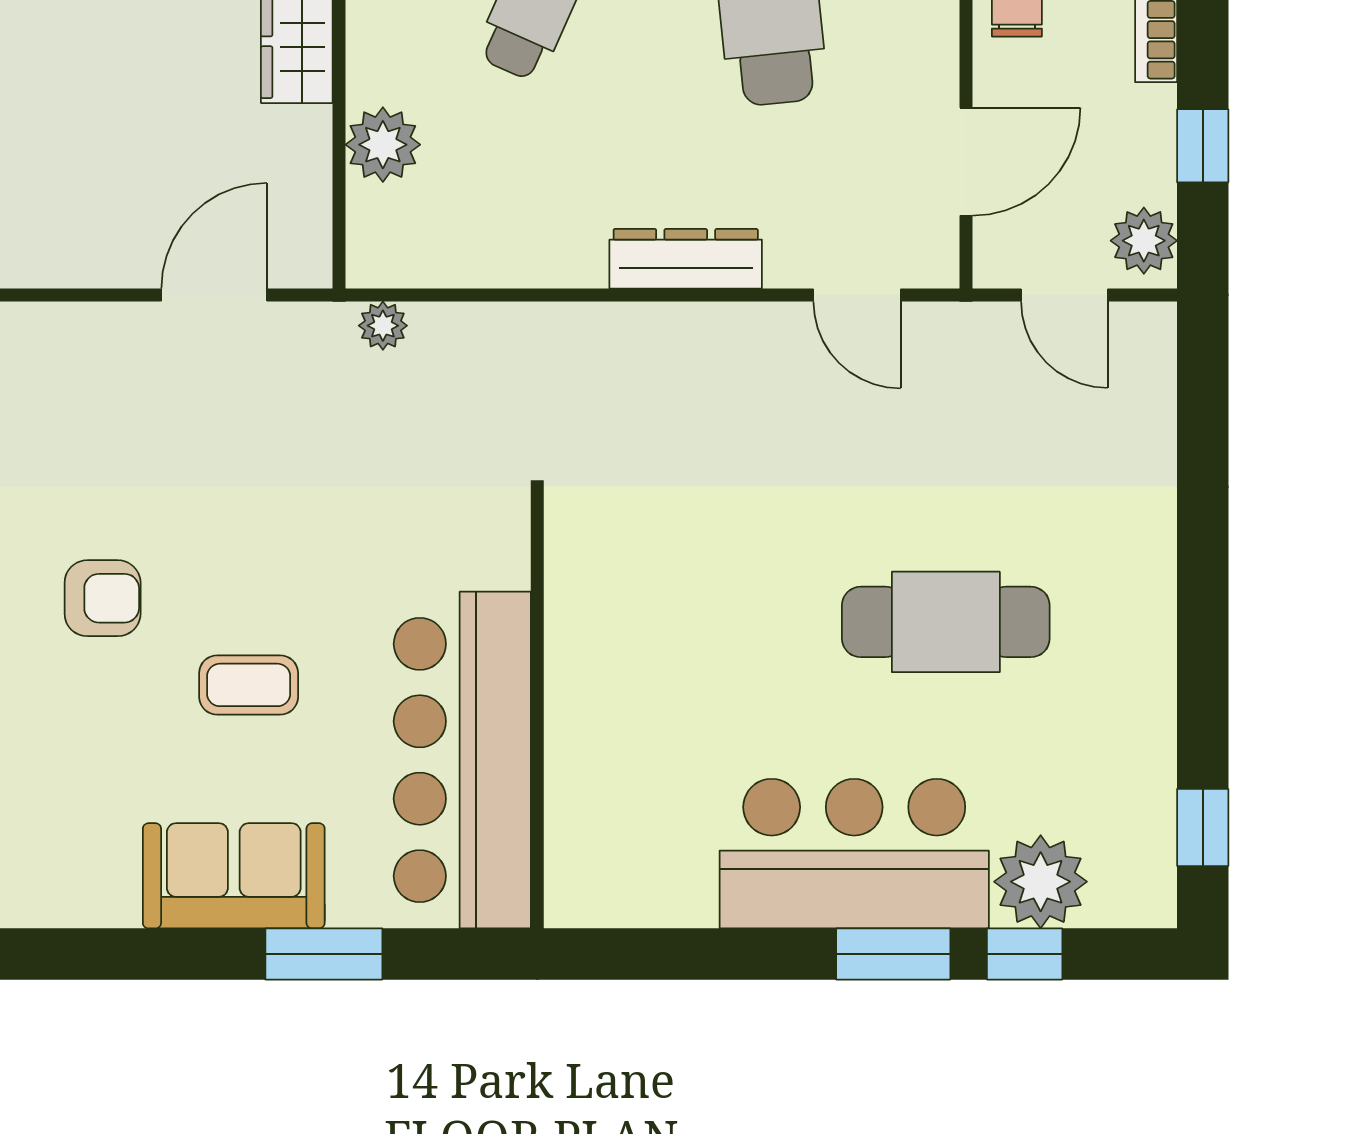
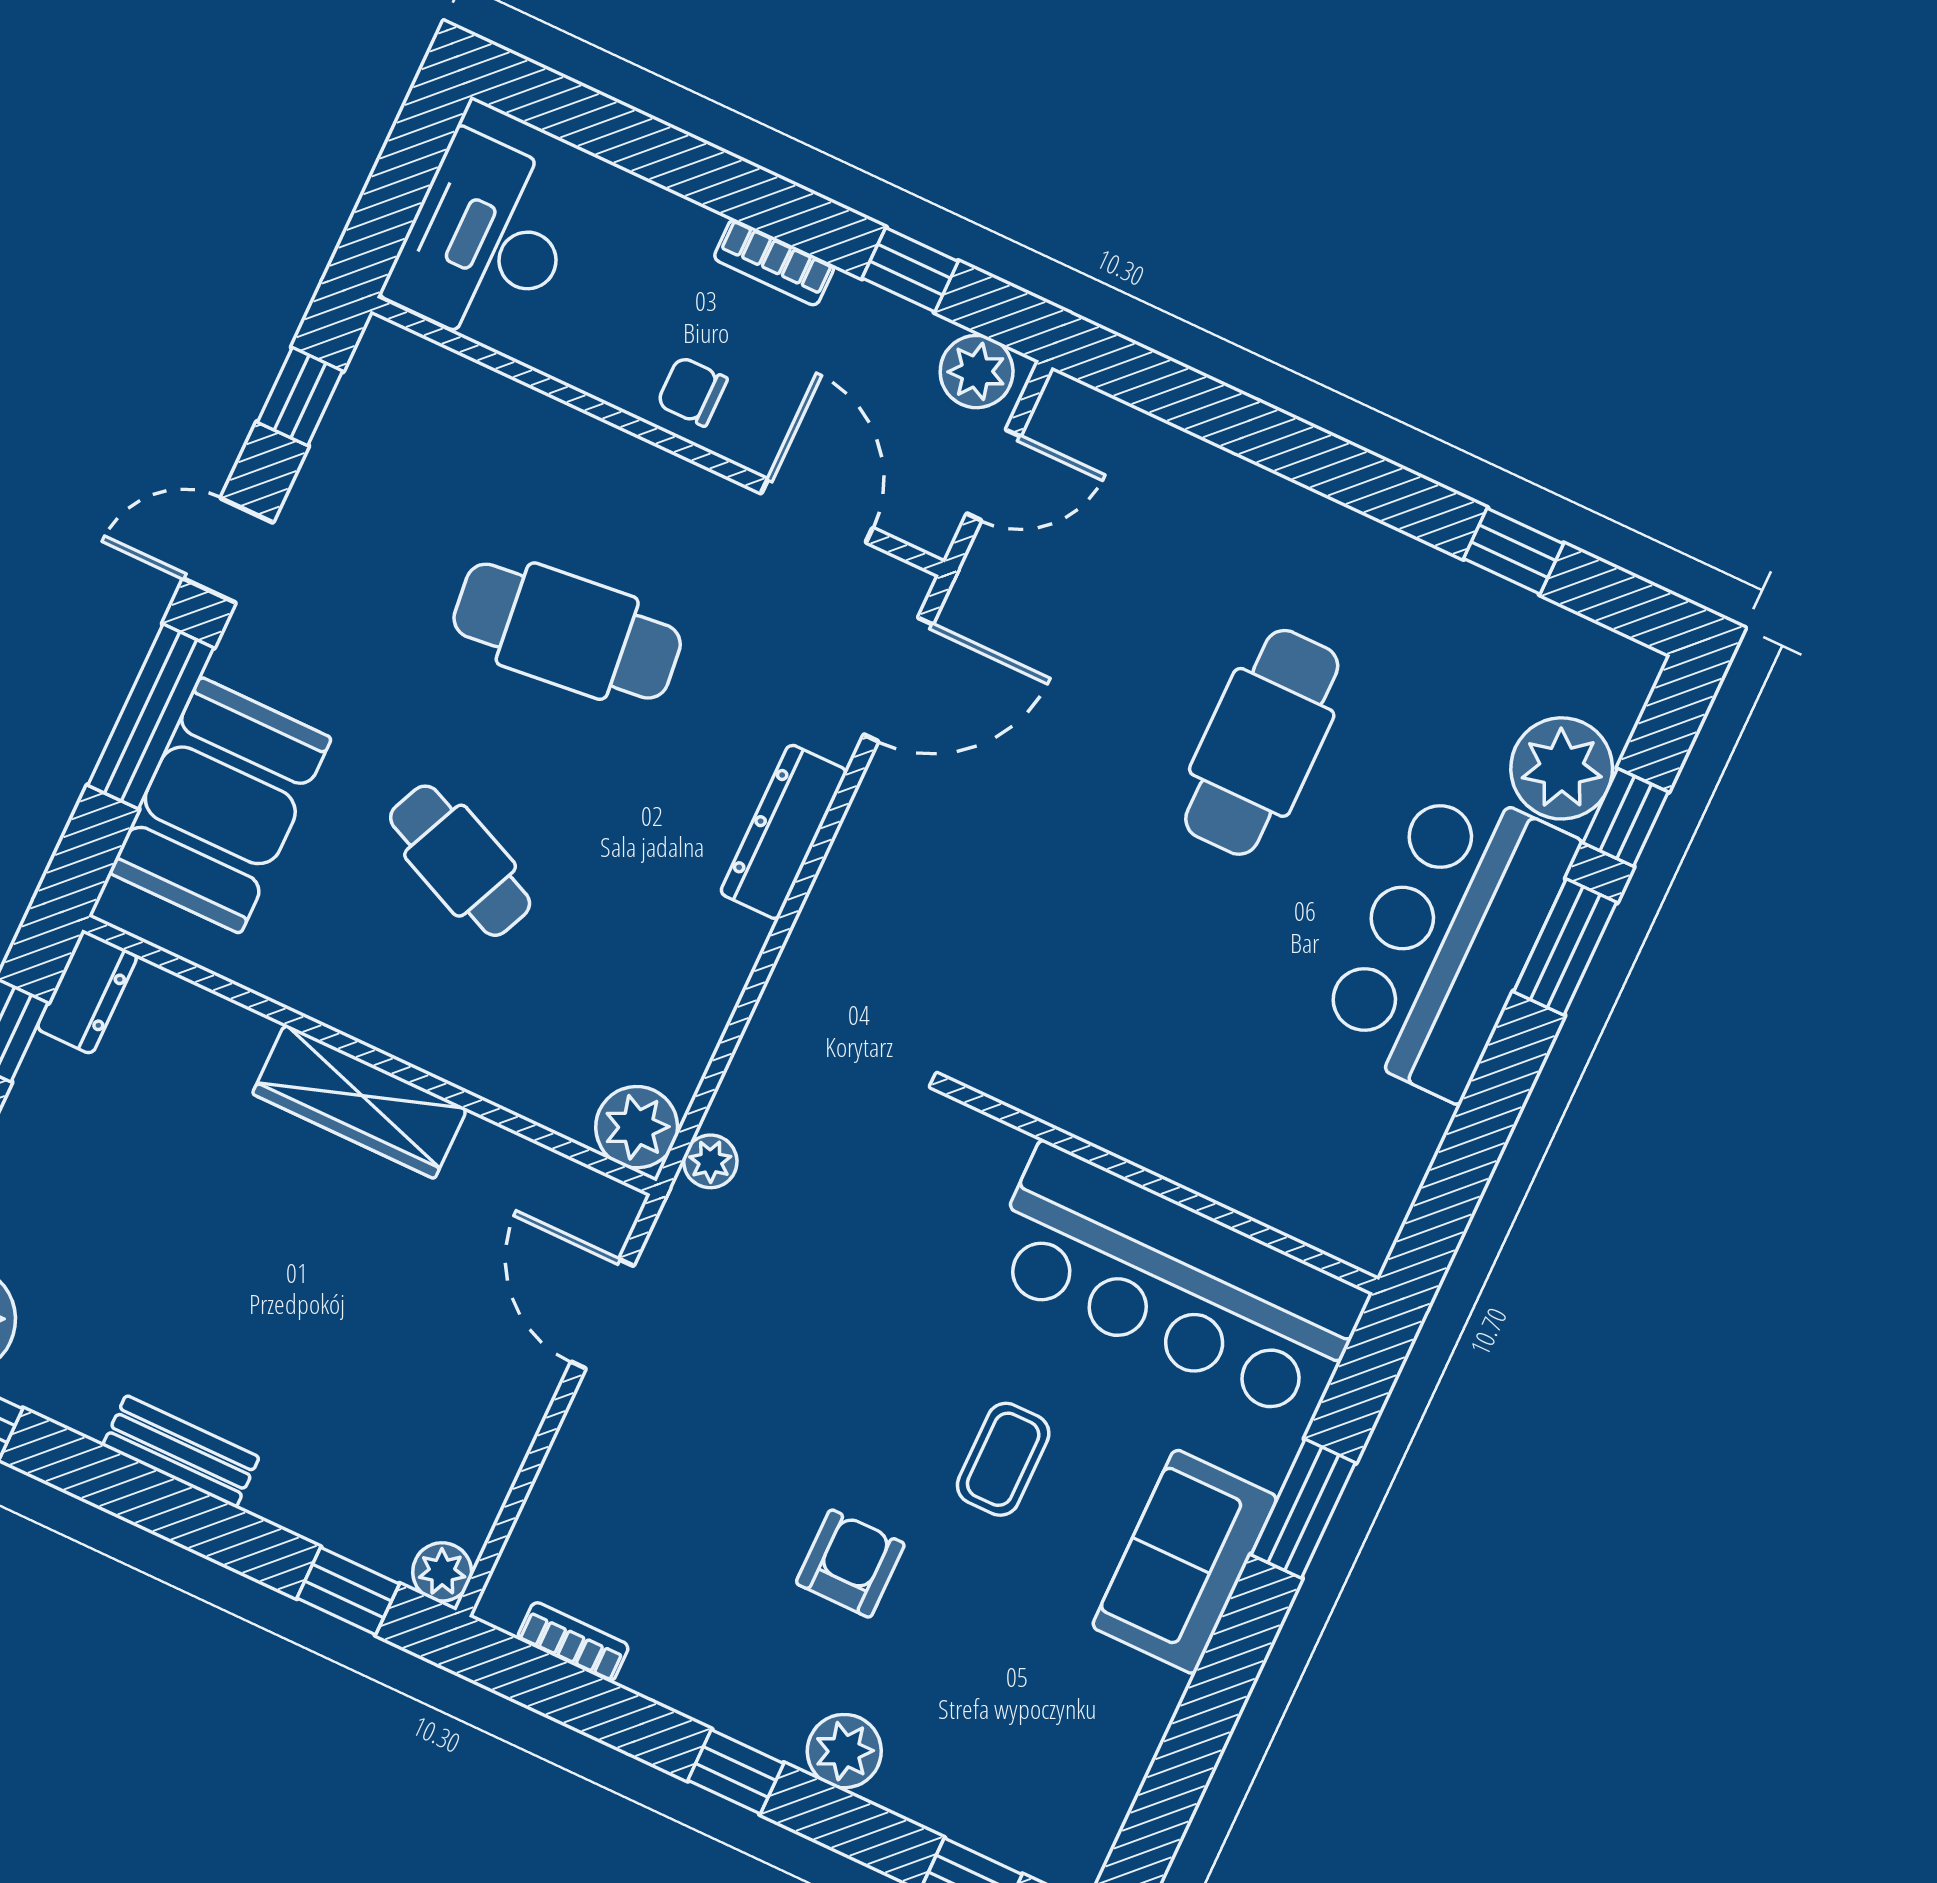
plant: (383, 145) -> (637, 1127), moved
door: (857, 295) -> (898, 679), width x1.38
window: (1203, 827) -> (1514, 551), moved

